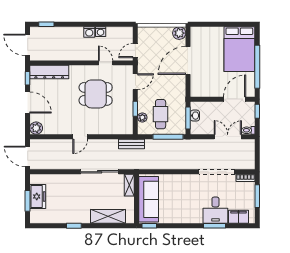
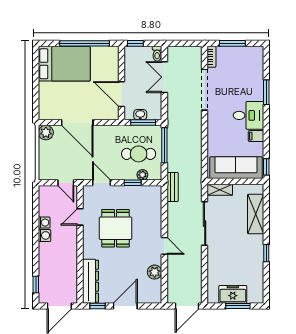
door: (235, 99) -> (122, 94), moved
plant: (36, 128) -> (155, 272), moved
desk: (215, 210) -> (248, 115), moved
filing cabinet: (238, 217) -> (256, 136), moved, width x0.50

